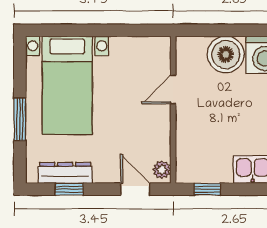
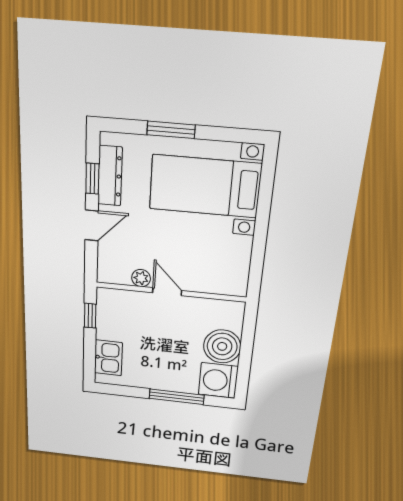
door: (173, 89) -> (167, 292), moved
plant: (162, 170) -> (141, 278), moved
door: (135, 189) -> (92, 225), moved

